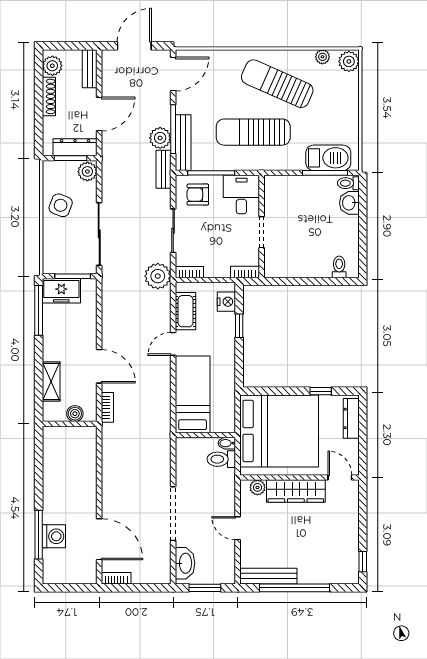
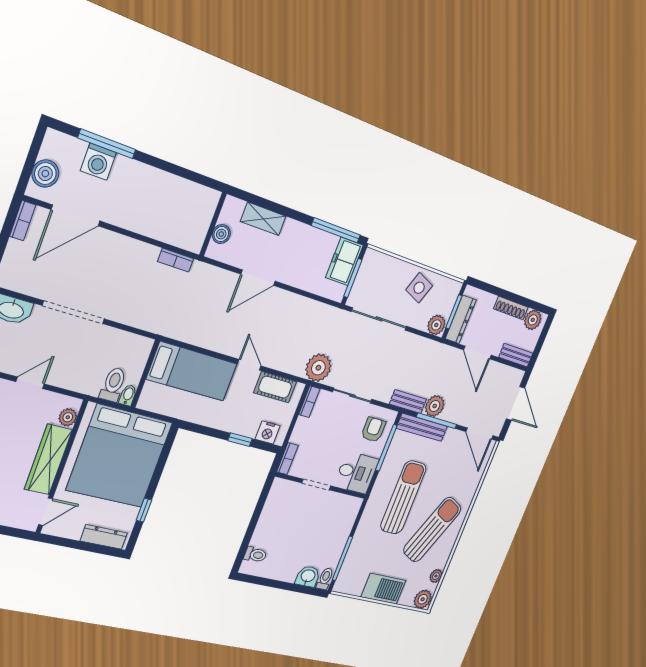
barbecue: (328, 158) -> (383, 589), moved, turned -90
bookcase: (107, 407) -> (176, 260), moved
boiler: (76, 574) -> (45, 173), added

